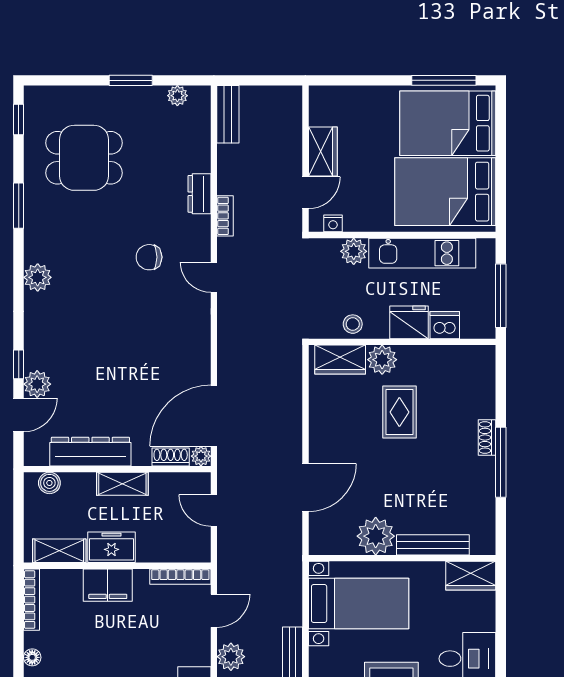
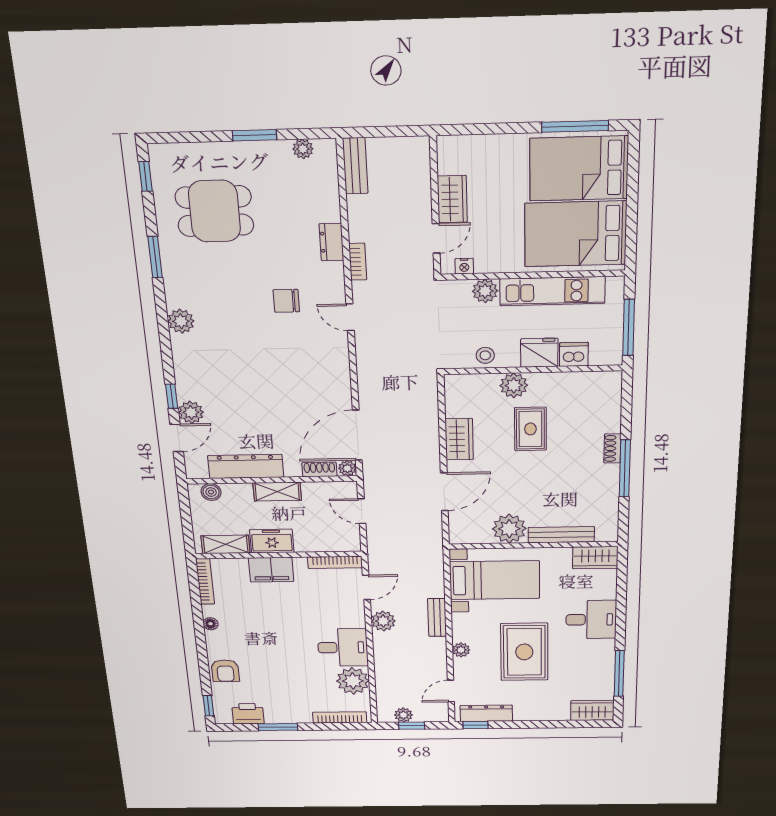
wardrobe: (340, 360) -> (459, 439), moved, turned -90

